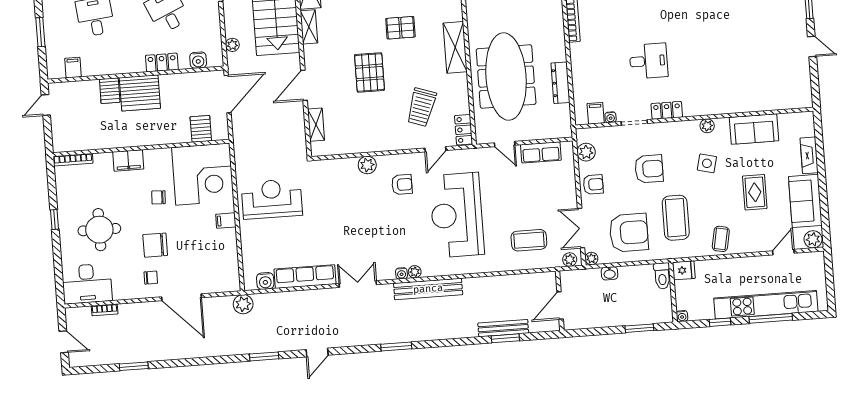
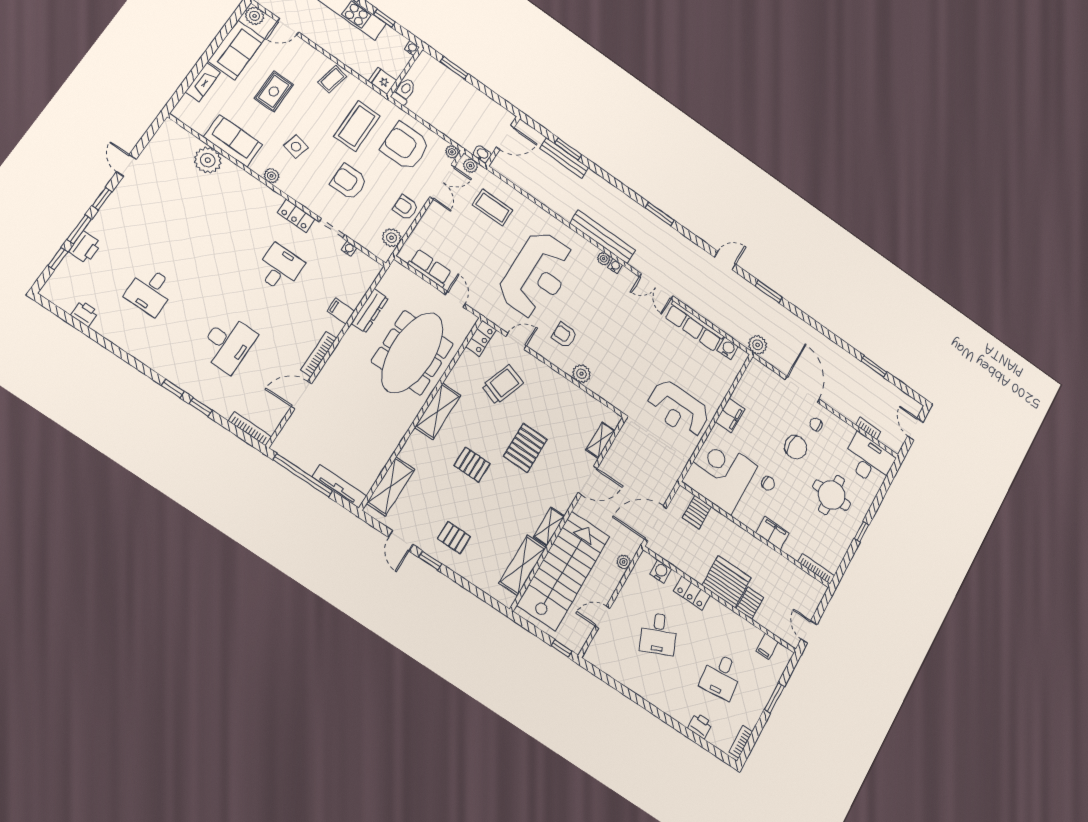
desk: (649, 61) -> (280, 268), turned 90
plant: (760, 99) -> (208, 160), added
door: (46, 105) -> (809, 632), swing flipped
filing cabinet: (596, 113) -> (341, 311), moved, turned 90
filing cabinet: (226, 221) -> (730, 415), width x2.00
washbasin: (610, 273) -> (482, 154), moved

